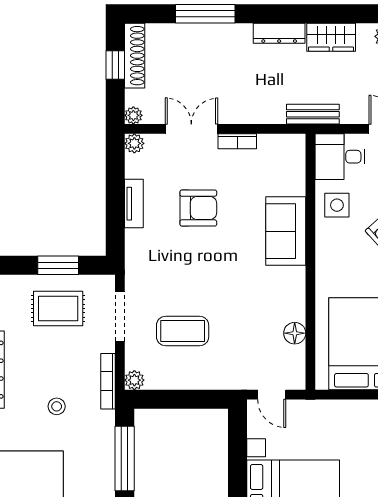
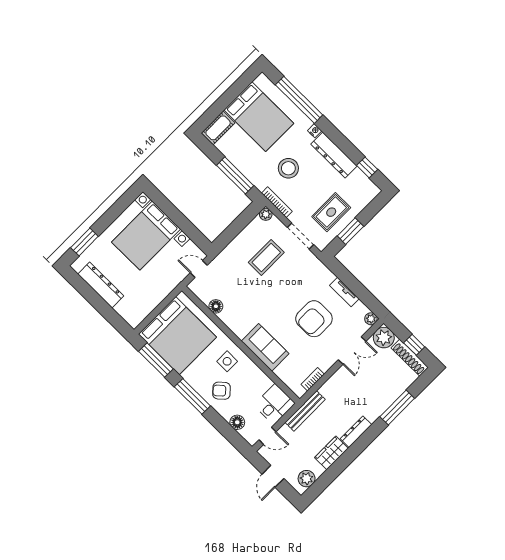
bench: (313, 114) -> (305, 411), width x1.36
plant: (133, 115) -> (384, 338), width x1.88, depth x1.88
bookcase: (237, 141) -> (313, 379), moved
side table: (337, 205) -> (227, 361), moved
armchair: (198, 208) -> (314, 319), width x1.36, depth x1.36
stool: (57, 406) -> (288, 168), width x1.89, depth x1.89

